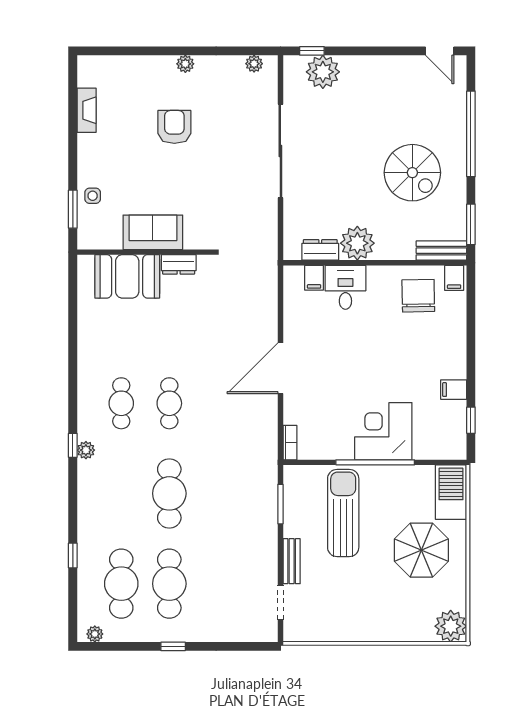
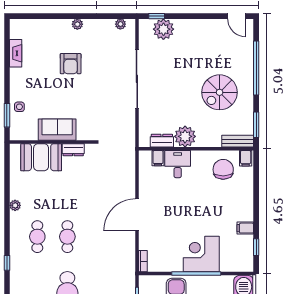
armchair: (174, 127) -> (71, 64), turned 180
spiral stairs: (412, 173) -> (220, 92), turned 90
plant: (86, 450) -> (15, 205), moved

